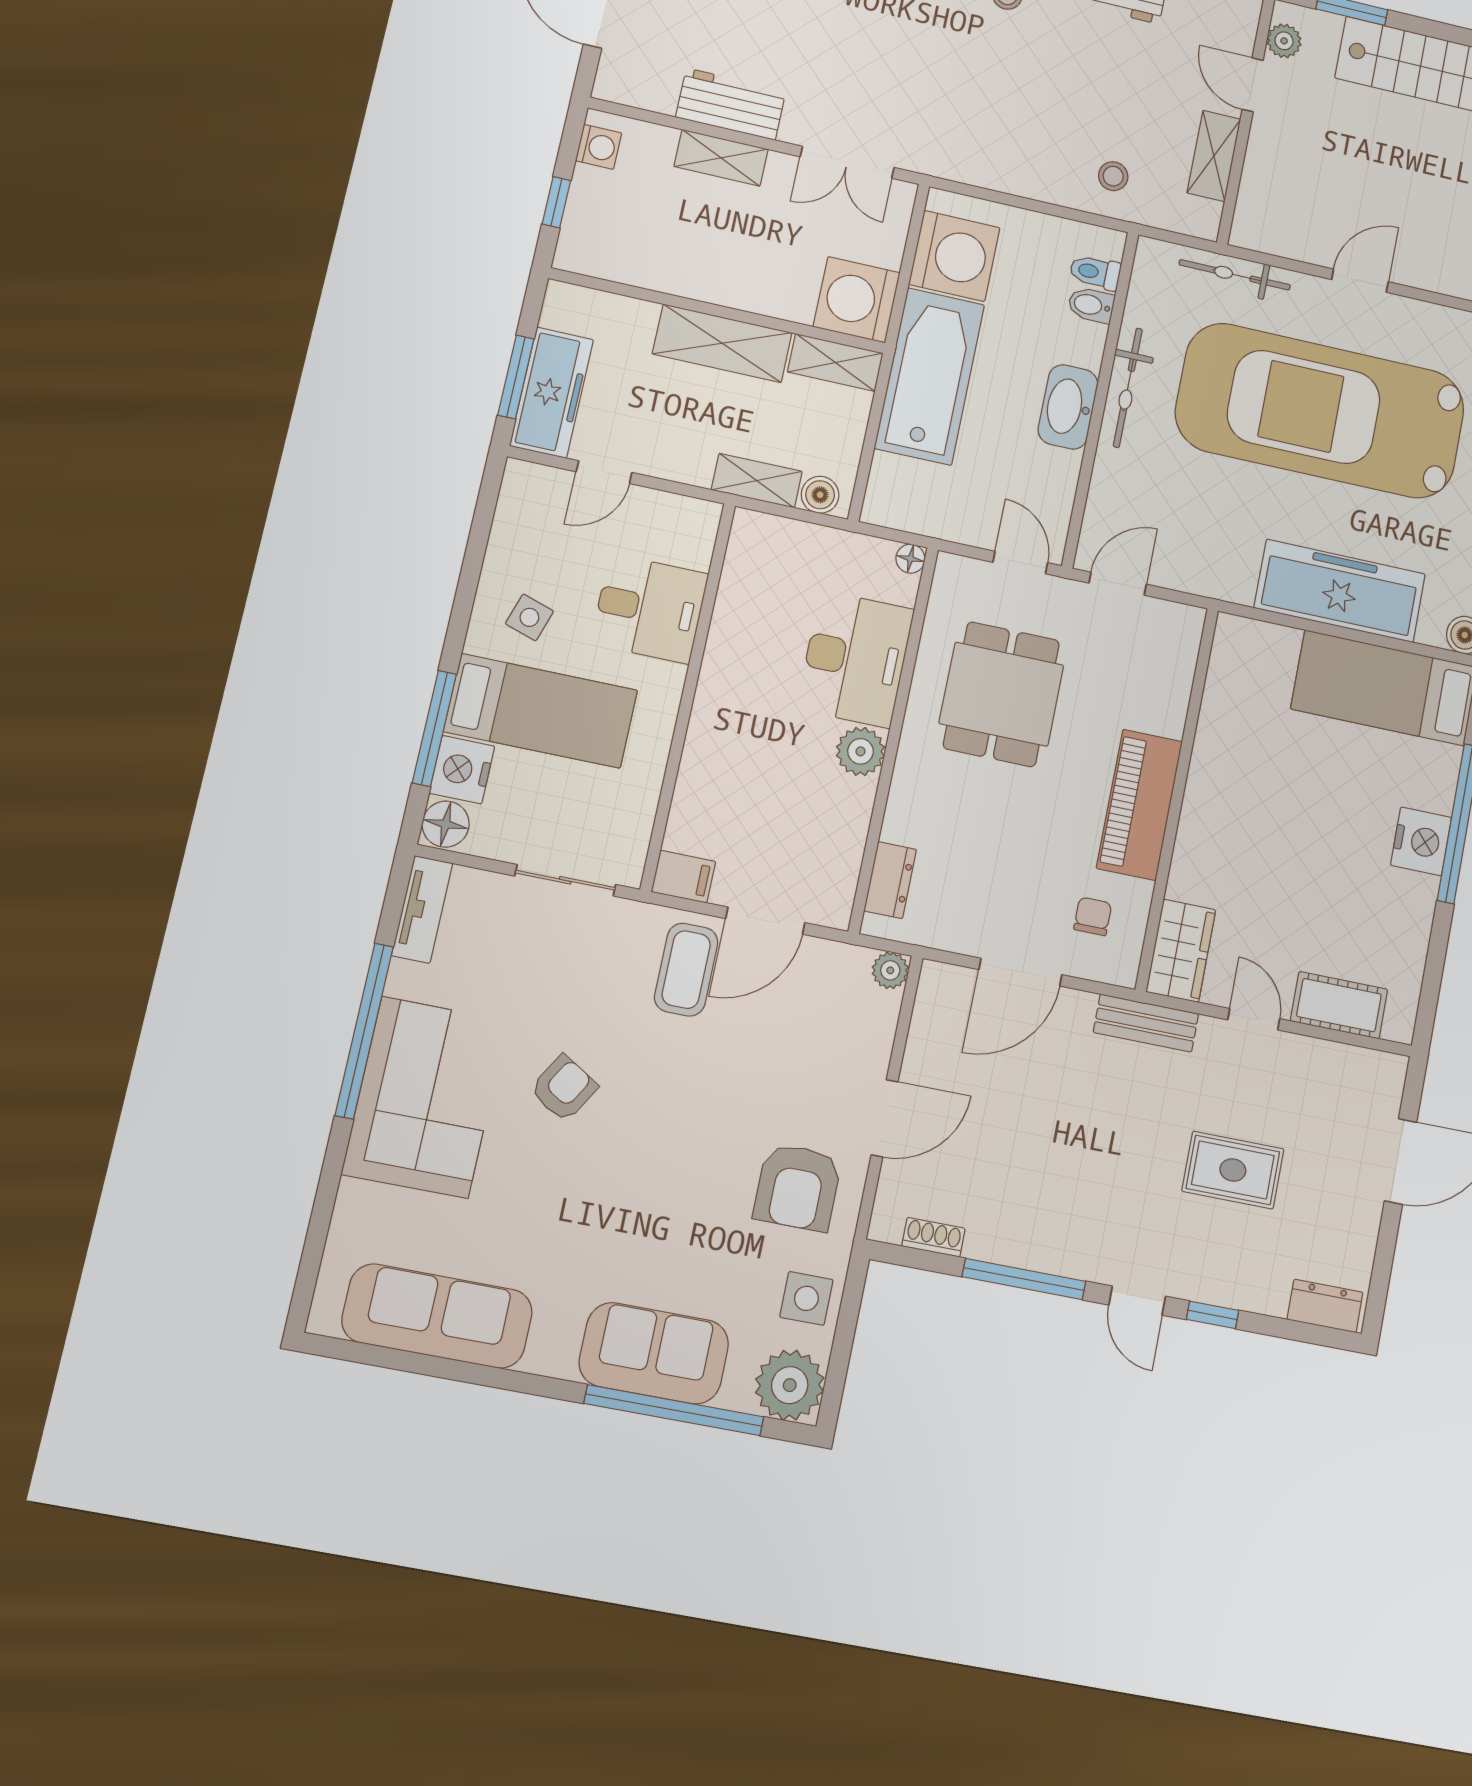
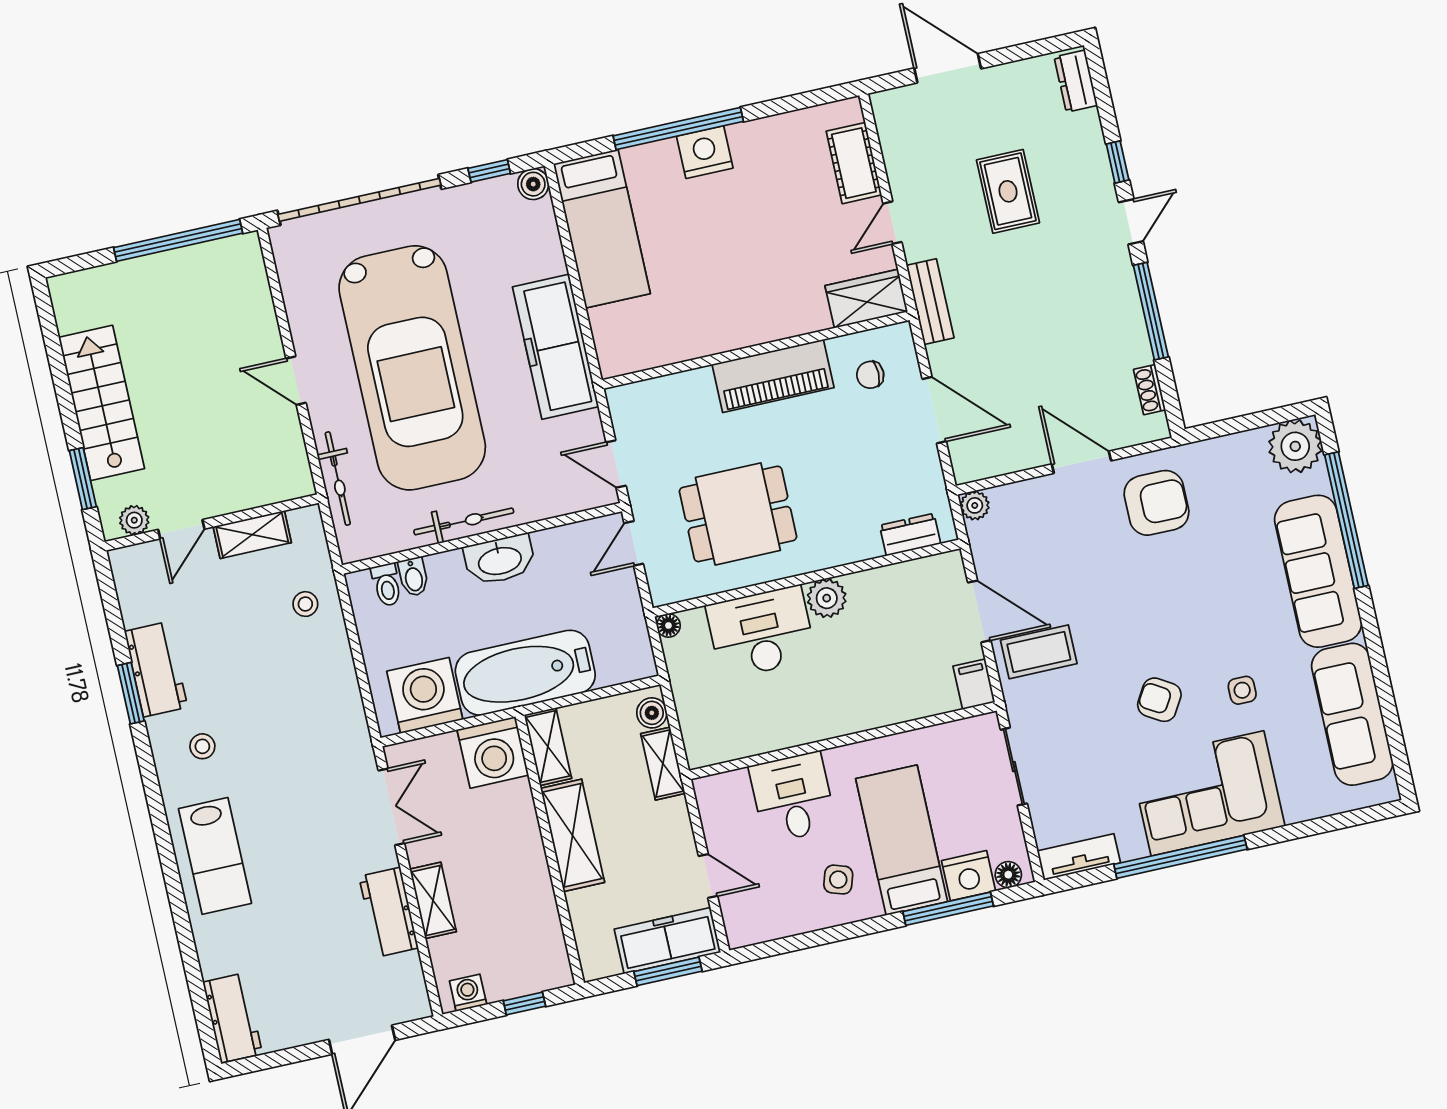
freezer: (1340, 591) -> (556, 347), moved
floor lamp: (446, 824) -> (1008, 875), width x0.73, depth x0.73
side table: (806, 1298) -> (1242, 690), moved, width x0.73, depth x0.73
sofa: (654, 1353) -> (1318, 571), width x1.36

